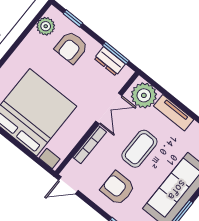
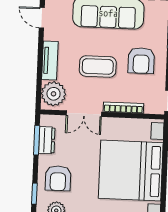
armchair: (71, 47) -> (58, 178), turned 90
double door: (109, 108) -> (84, 114), swing flipped

